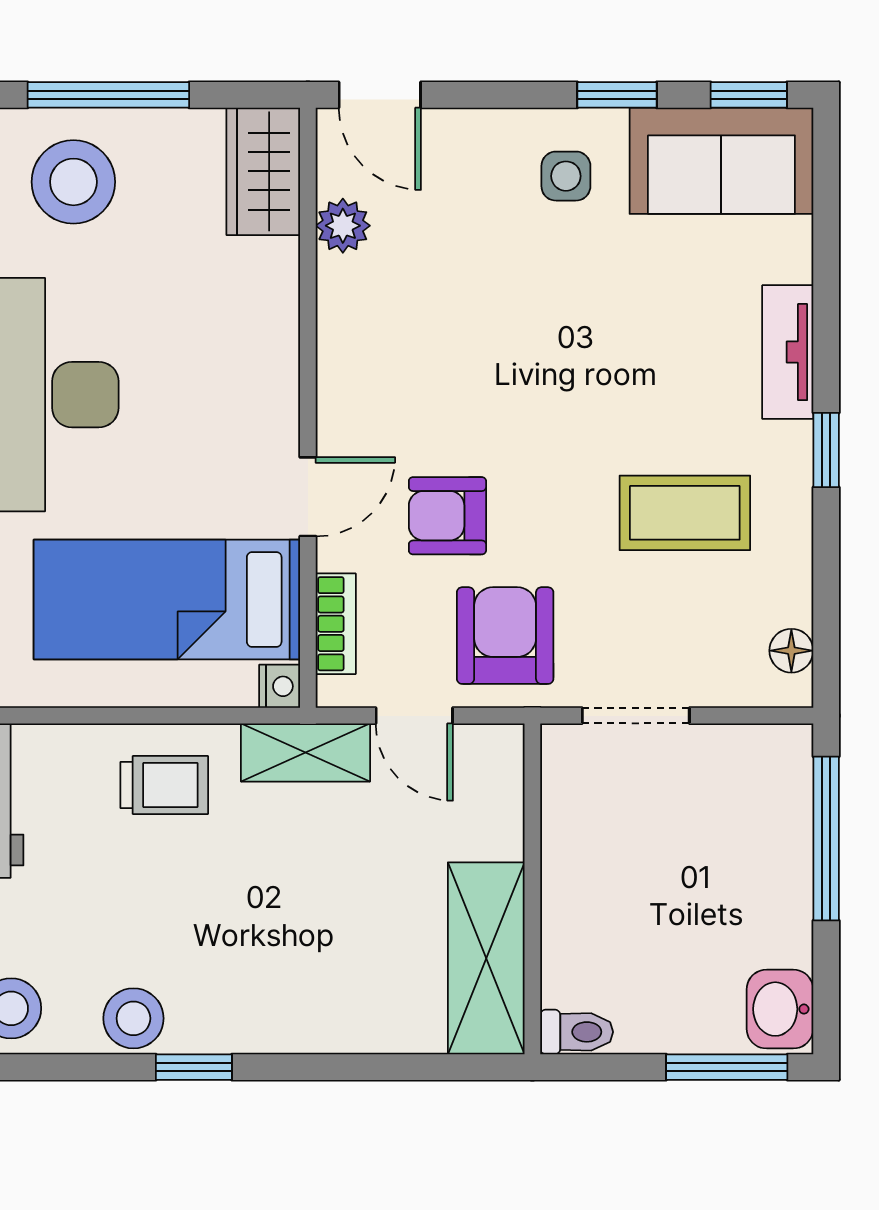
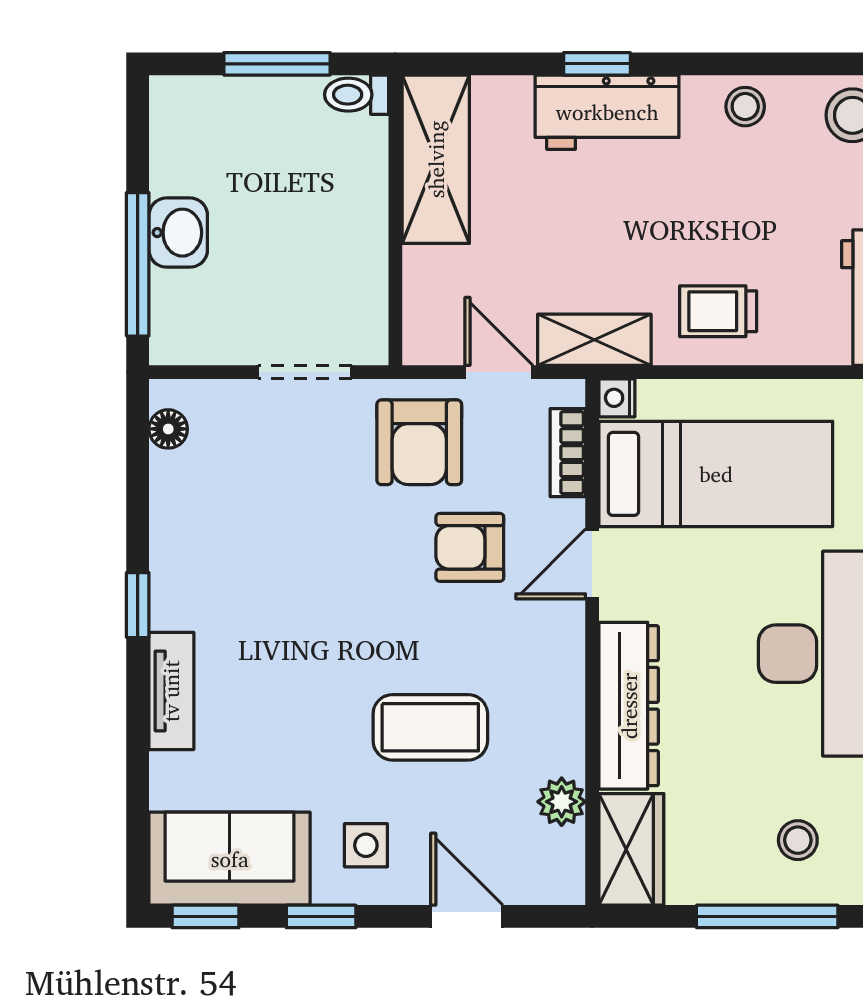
door: (380, 95) -> (467, 916), moved
stool: (73, 182) -> (798, 840), width x0.53, depth x0.53
dresser: (266, 335) -> (629, 706), added
coffee table: (685, 513) -> (430, 727), moved
armchair: (447, 516) -> (470, 547), turned 180
washbasin: (780, 1009) -> (178, 233), moved
workbench: (291, 1012) -> (607, 112), added
stool: (133, 1018) -> (745, 107), width x0.73, depth x0.73
window: (194, 1067) -> (597, 64), moved
window: (727, 1067) -> (277, 64), moved

